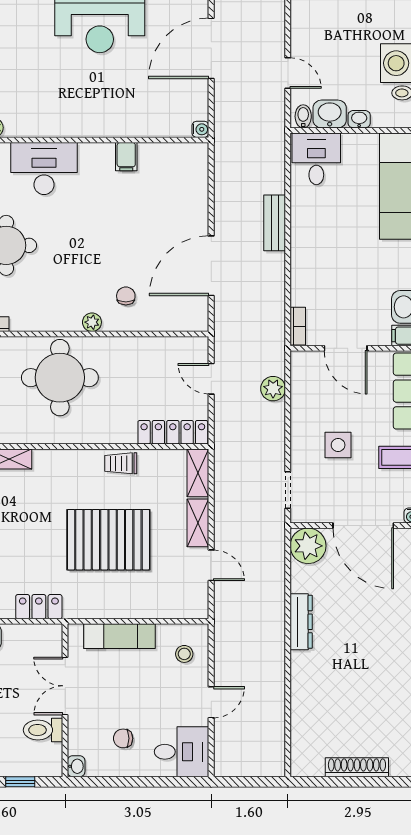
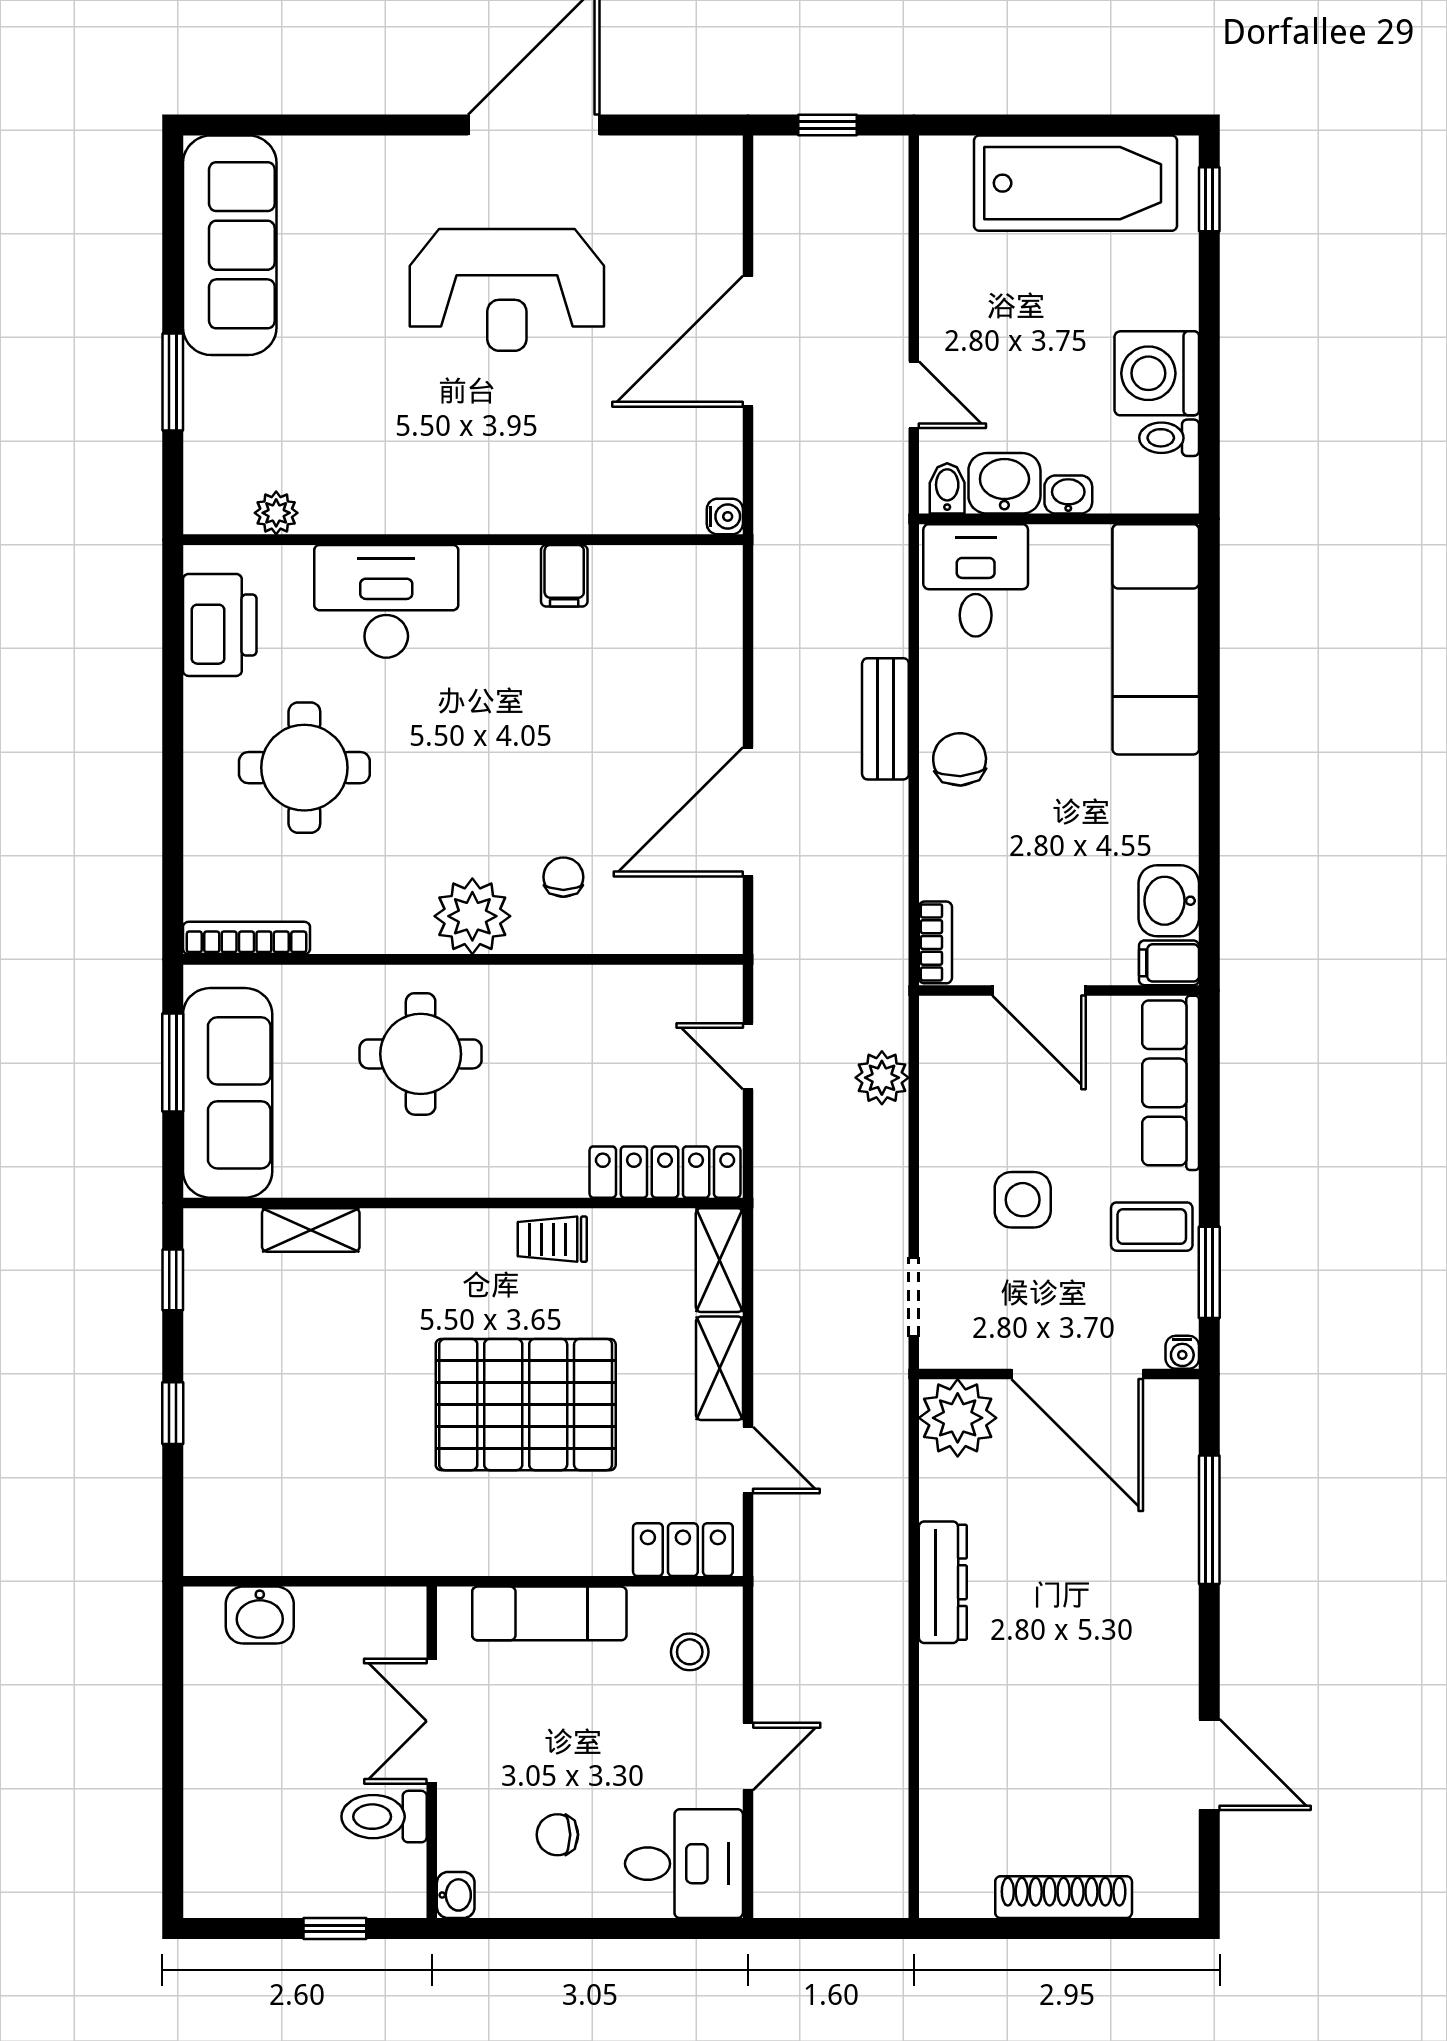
chair: (309, 242) -> (960, 759), added
plant: (92, 322) -> (472, 916), width x1.88, depth x1.88
round table: (60, 378) -> (421, 1054), width x0.73, depth x0.73
locker: (39, 607) -> (683, 1550), moved

